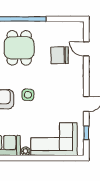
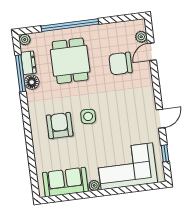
plant: (79, 36) -> (141, 37), added
door: (86, 49) -> (152, 52), hinge flipped

